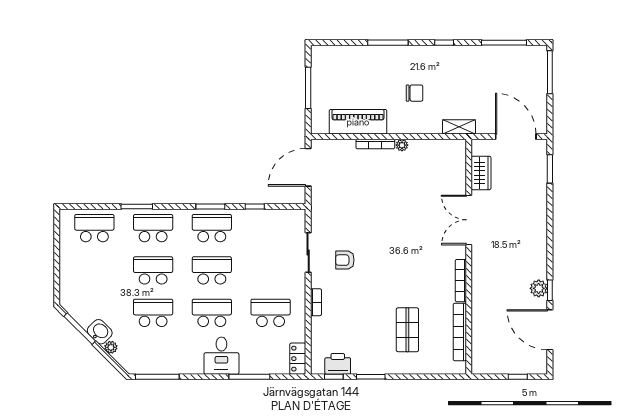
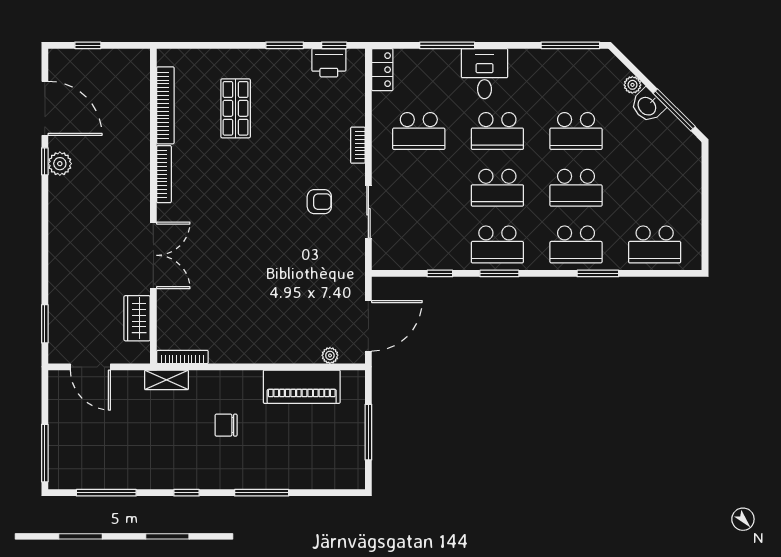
door: (516, 137) -> (90, 367), width x0.73
bookcase: (375, 144) -> (182, 357), moved
plant: (402, 145) -> (330, 355), moved

